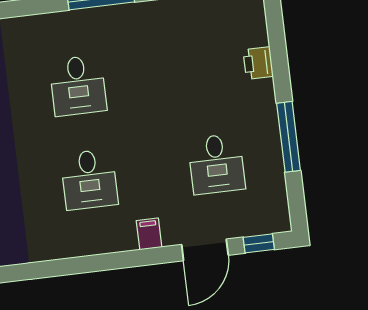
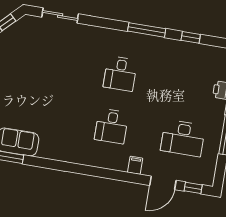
desk: (216, 164) -> (183, 138), width x1.37

